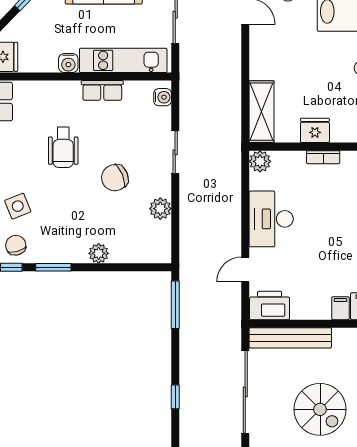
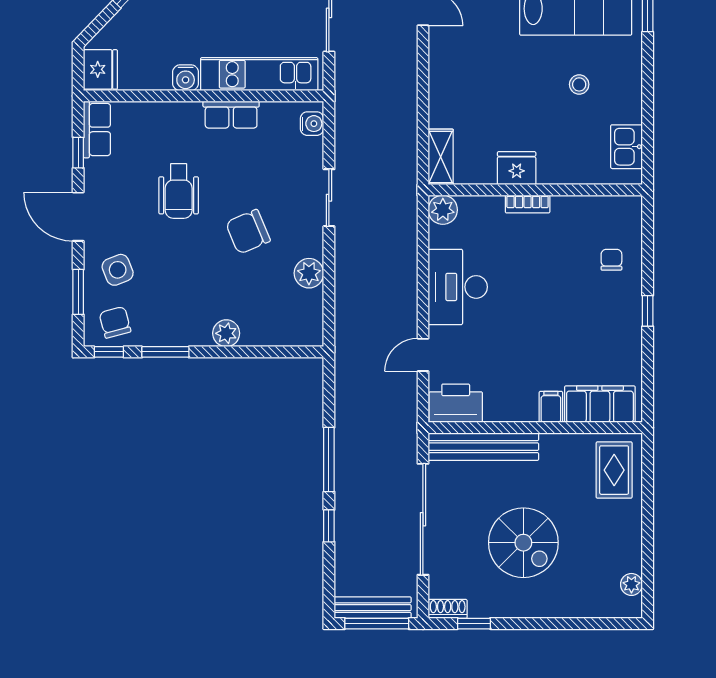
shelving: (262, 112) -> (441, 157), width x0.67, depth x0.75
window: (175, 305) -> (329, 460), moved

